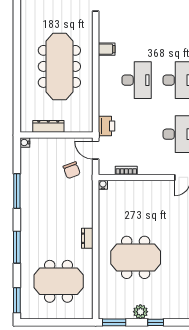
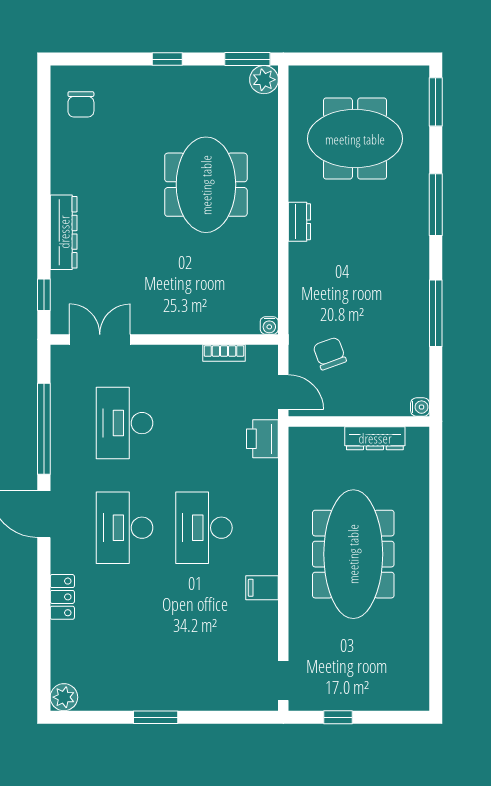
meeting table: (136, 257) -> (206, 185), turned 90
plant: (140, 312) -> (264, 80), moved

